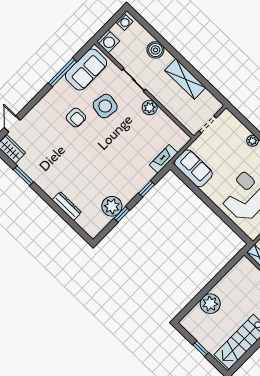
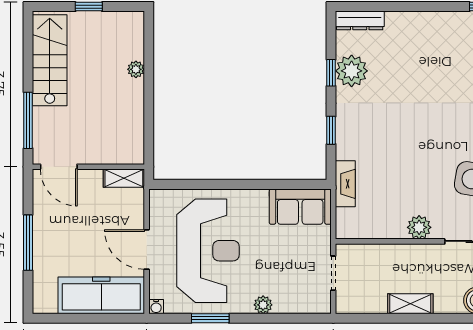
shelving: (185, 79) -> (410, 304), width x0.67, depth x0.75
dresser: (67, 206) -> (360, 20), moved
plant: (210, 304) -> (136, 69), width x0.53, depth x0.53

